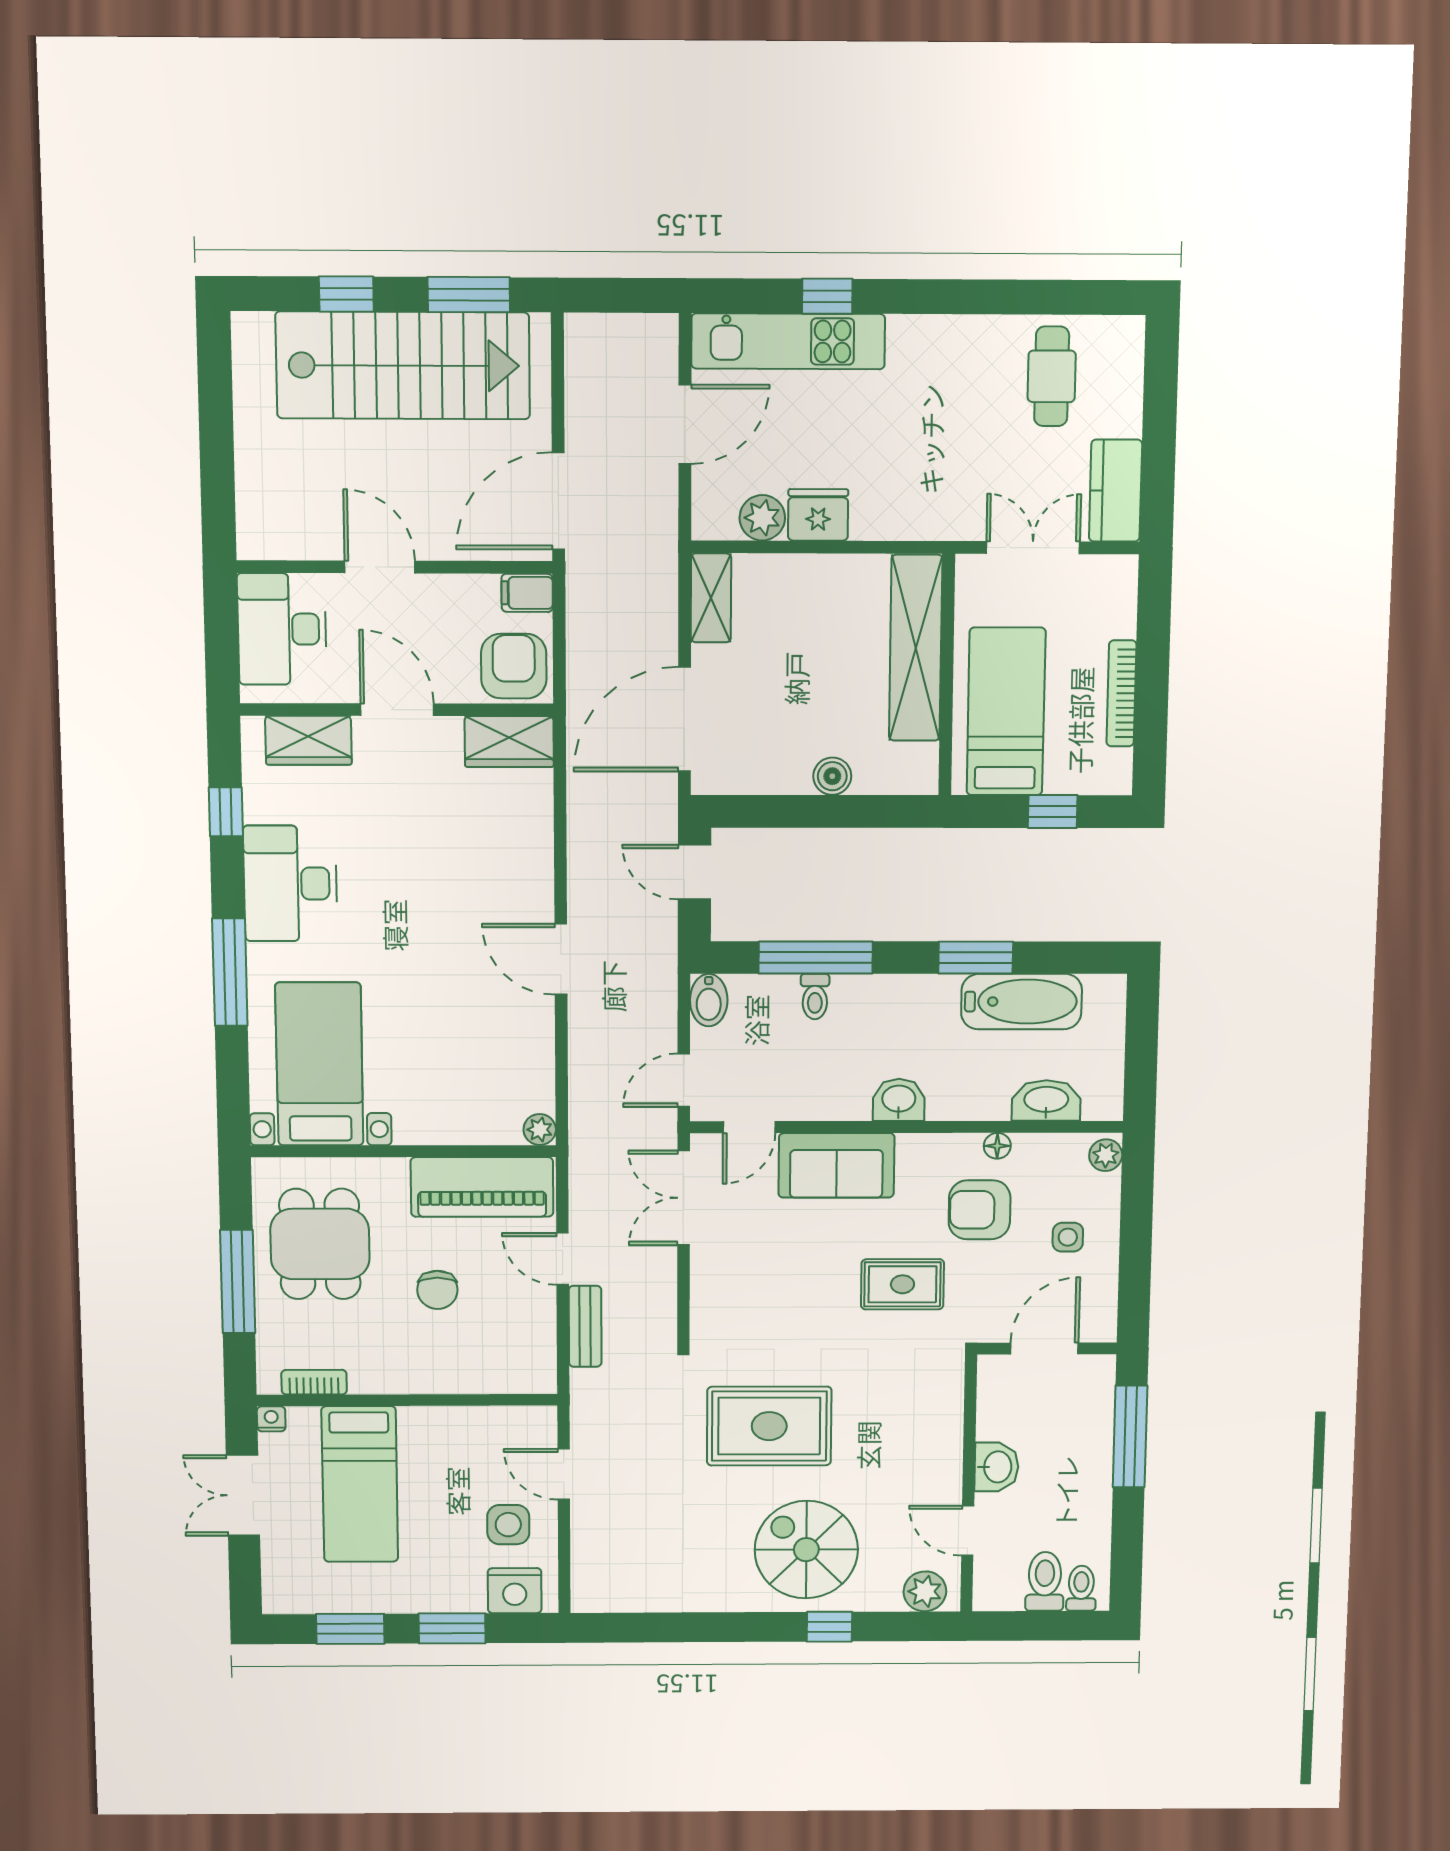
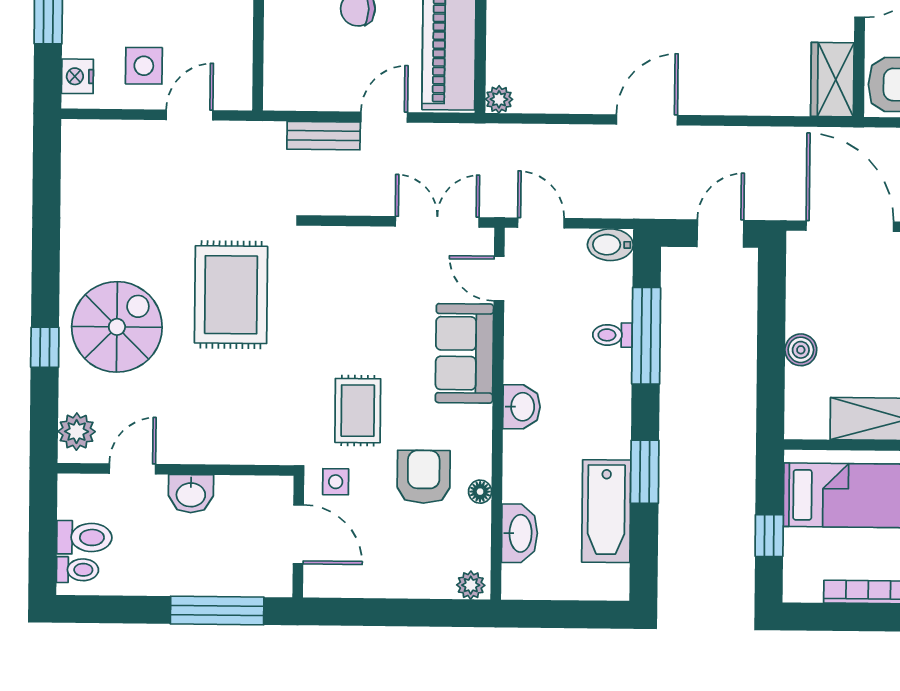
side table: (1068, 1237) -> (336, 482), moved
nightstand: (515, 1591) -> (77, 76), width x0.74, depth x0.75

